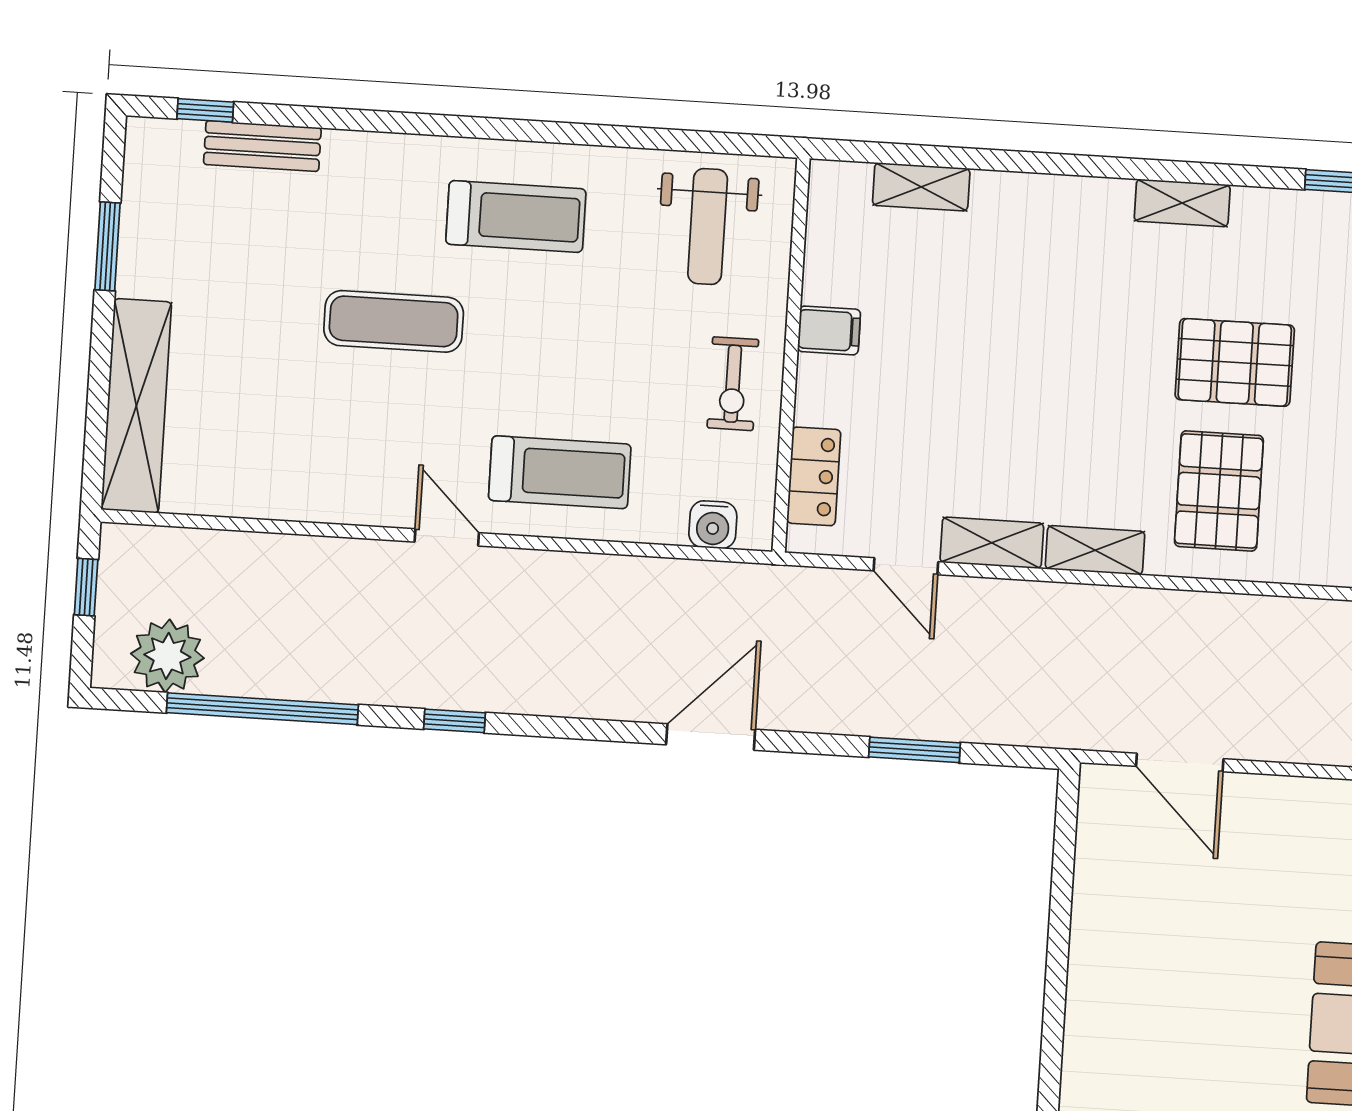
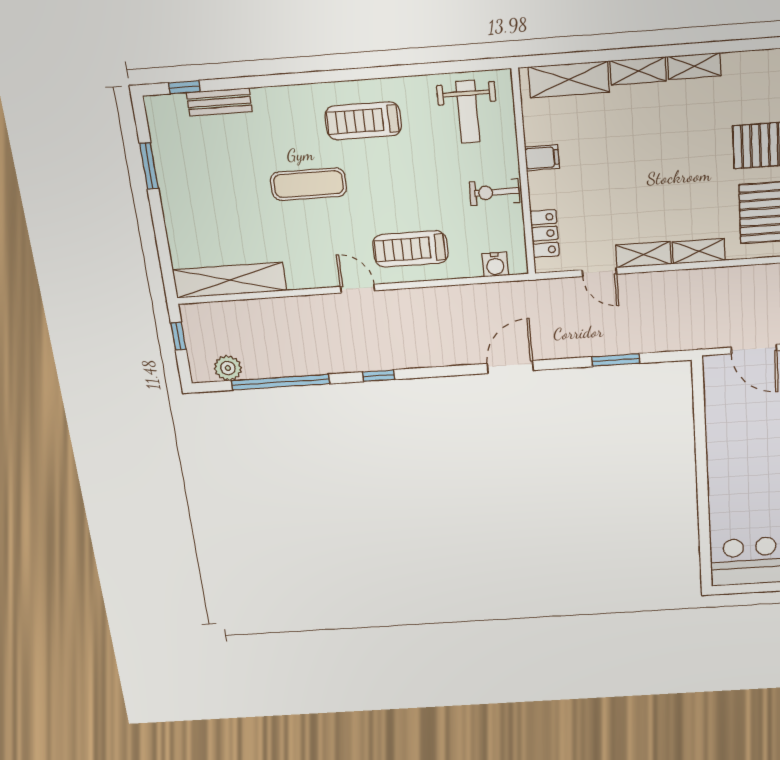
shelving: (921, 187) -> (569, 80), width x1.50, depth x1.33
shelving: (1022, 194) -> (638, 71), added
shelving: (1182, 203) -> (694, 66), moved
treadmill: (516, 217) -> (363, 121), turned 180
exercise bike: (733, 384) -> (494, 192), turned 90
shelving: (136, 406) -> (230, 280), moved, turned 90
treadmill: (560, 472) -> (410, 249), turned 180
plant: (167, 656) -> (228, 368), width x0.73, depth x0.73

